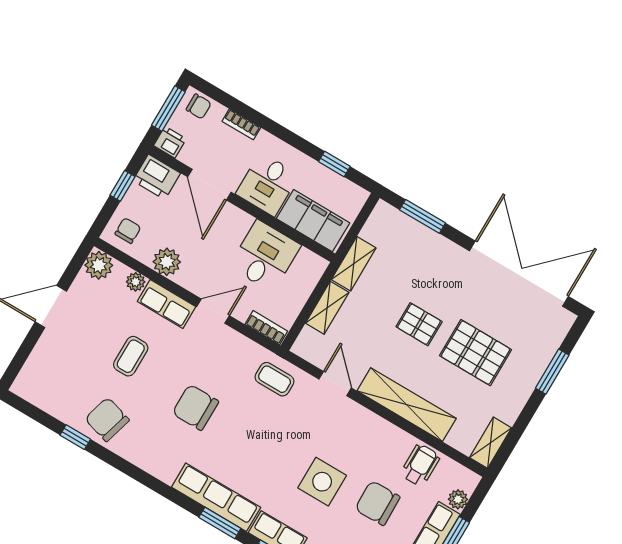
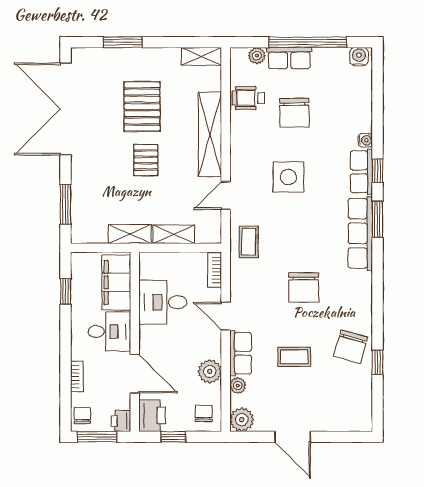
door: (209, 185) -> (135, 374), hinge flipped
chair: (128, 231) -> (204, 413), turned 90
side table: (322, 482) -> (288, 177), moved

